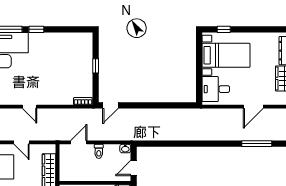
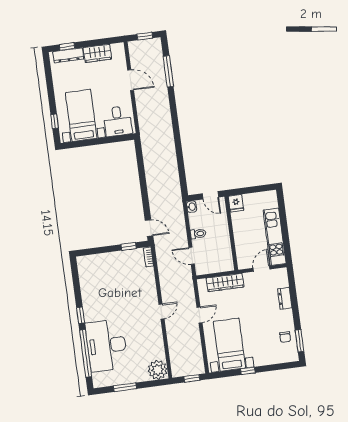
window: (96, 66) -> (129, 246), moved

